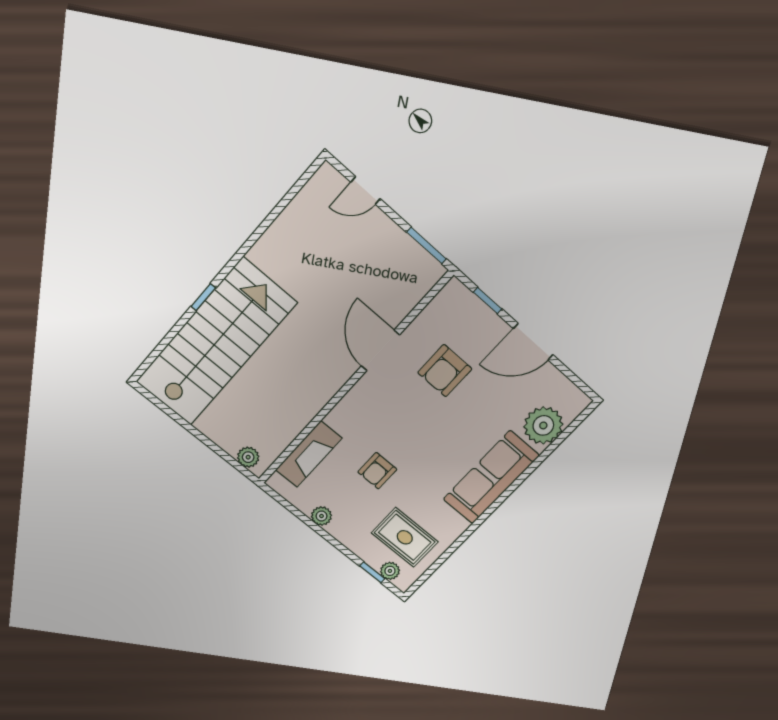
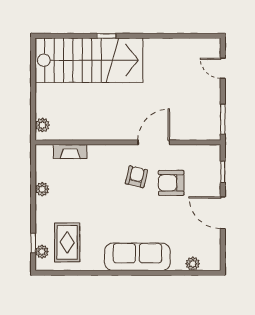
plant: (543, 425) -> (193, 264), width x0.53, depth x0.53
fireplace: (309, 454) -> (70, 152), width x0.73, depth x0.76
armchair: (377, 471) -> (136, 177), moved, turned 103

